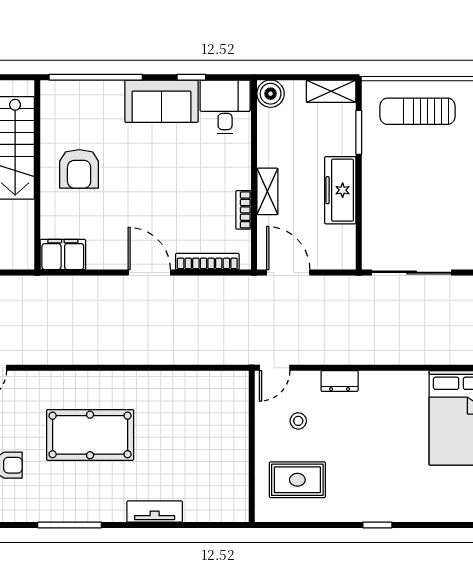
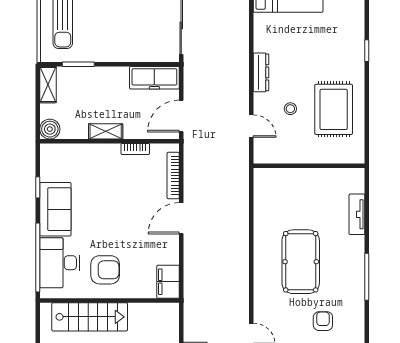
desk: (225, 107) -> (60, 263), moved, width x1.37
freezer: (340, 190) -> (154, 78), moved
shelving: (267, 191) -> (106, 131), moved
dresser: (340, 381) -> (261, 72), width x1.44
wall: (252, 446) -> (309, 166), moved
rug: (297, 480) -> (334, 109), width x1.36, depth x1.43

